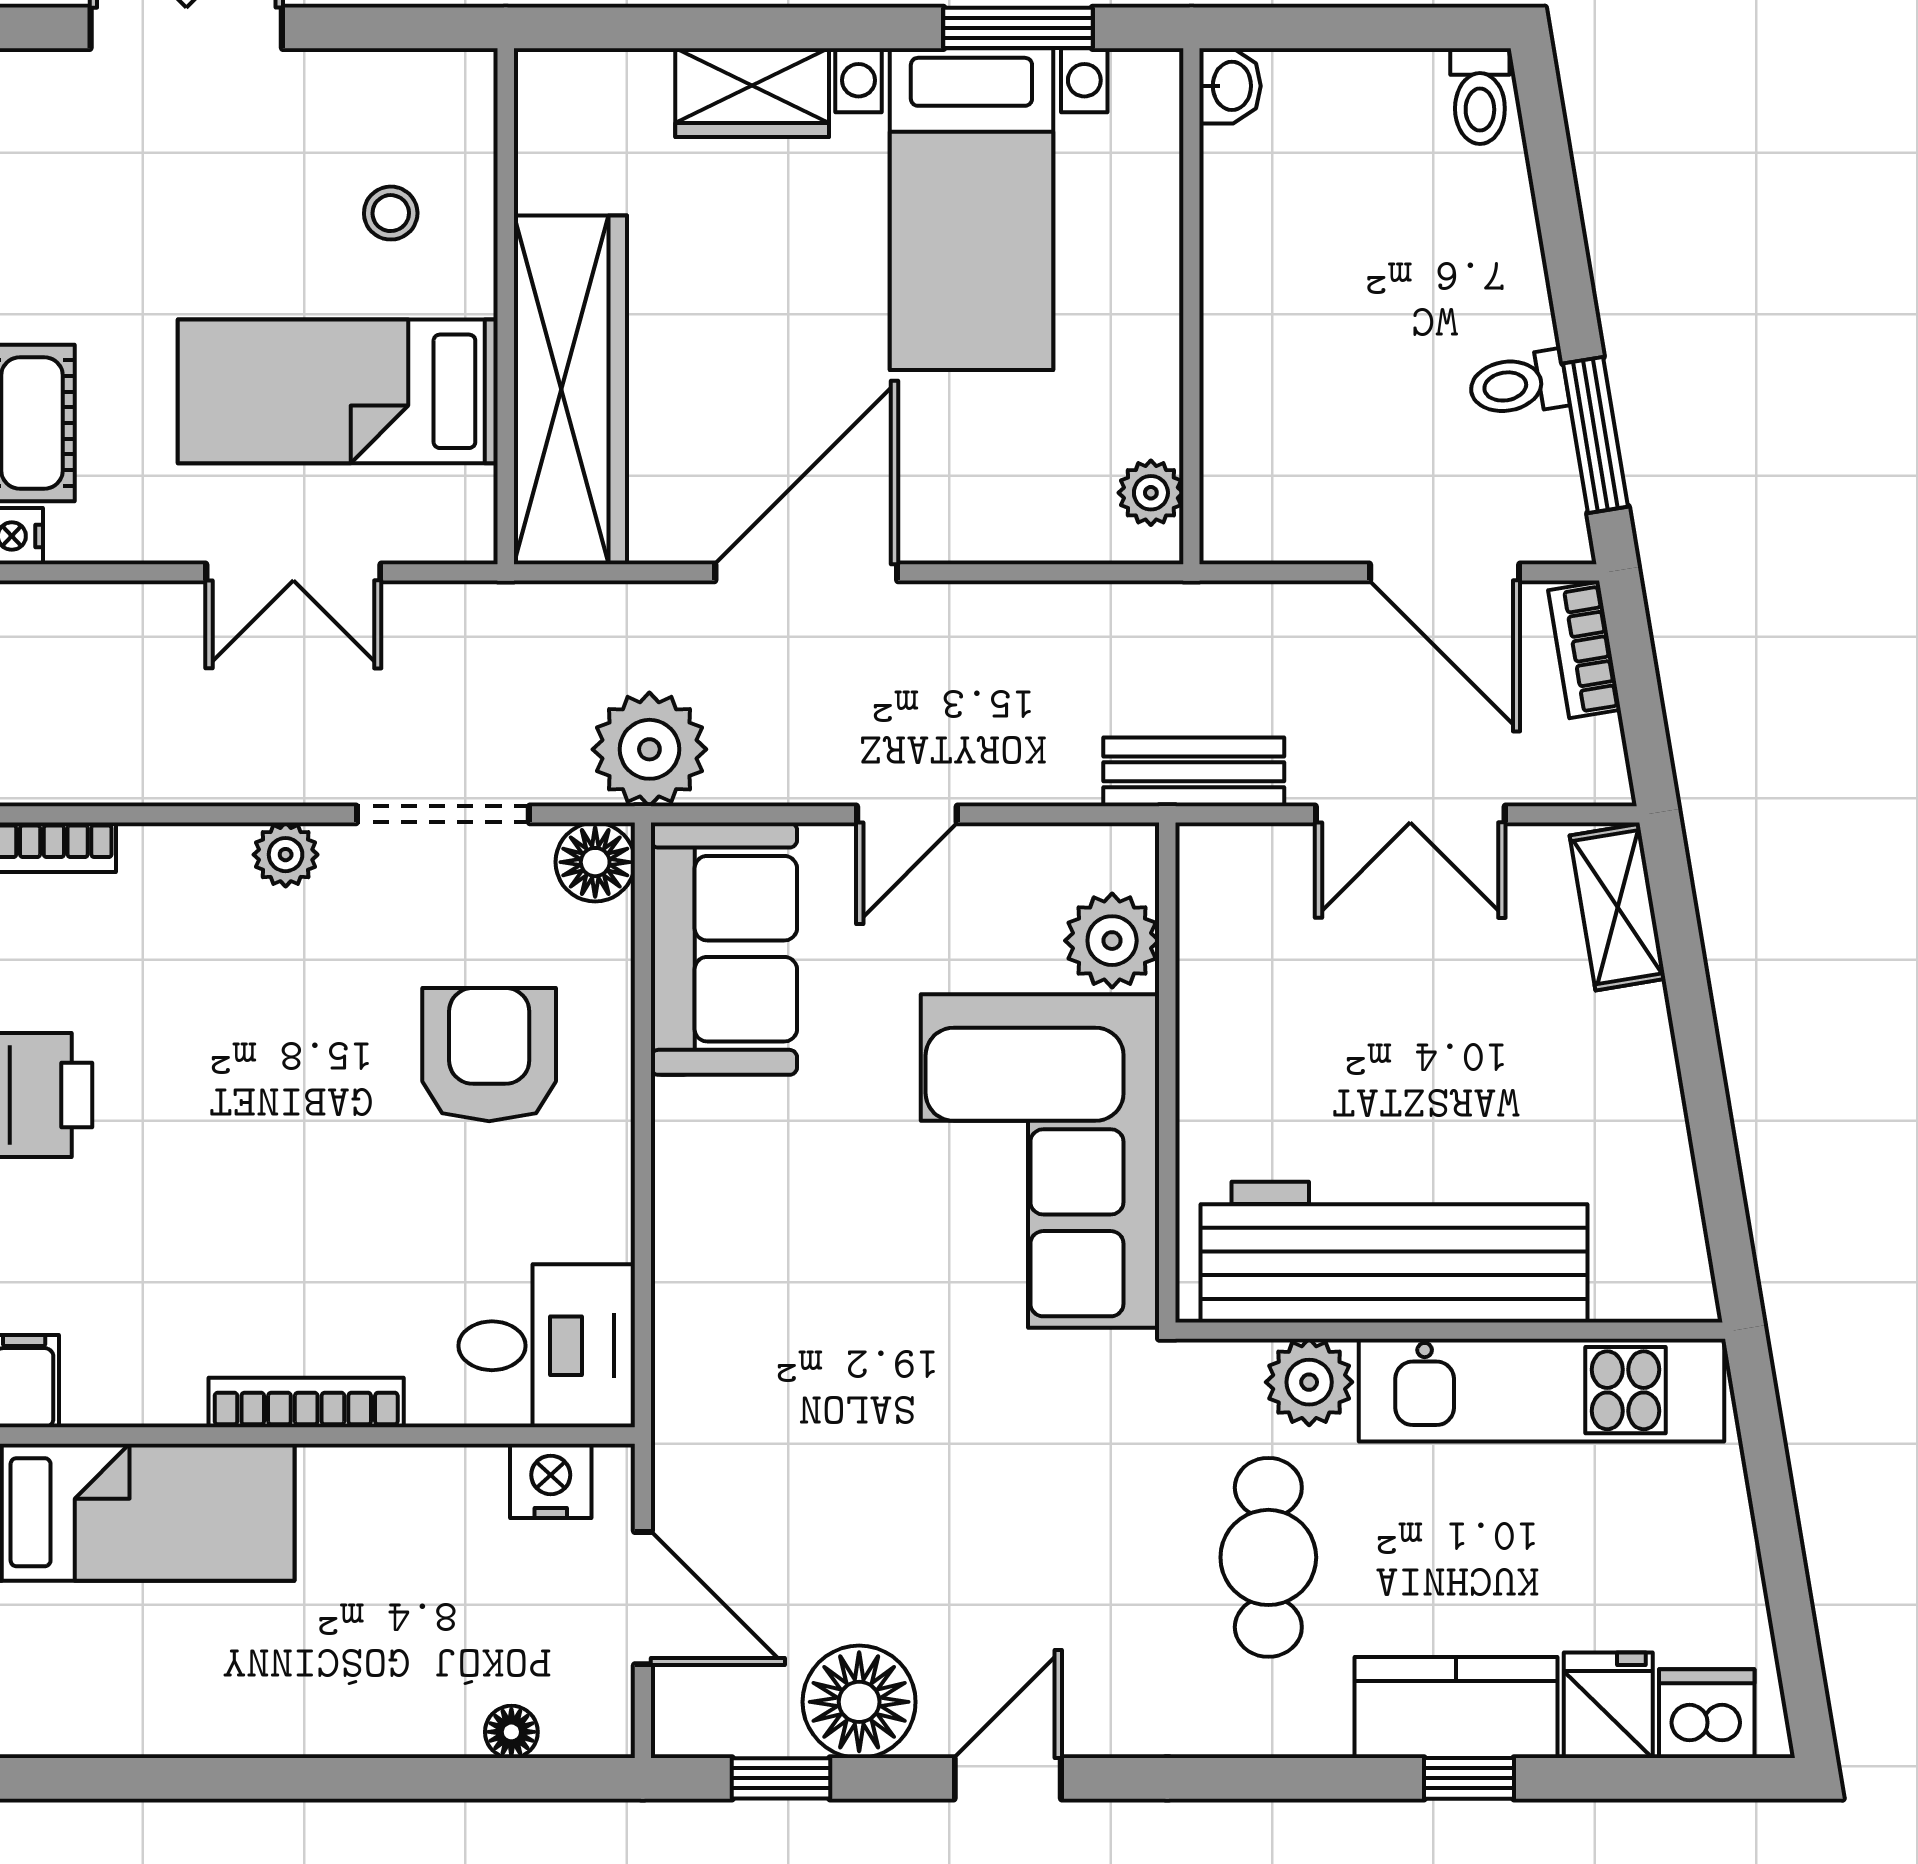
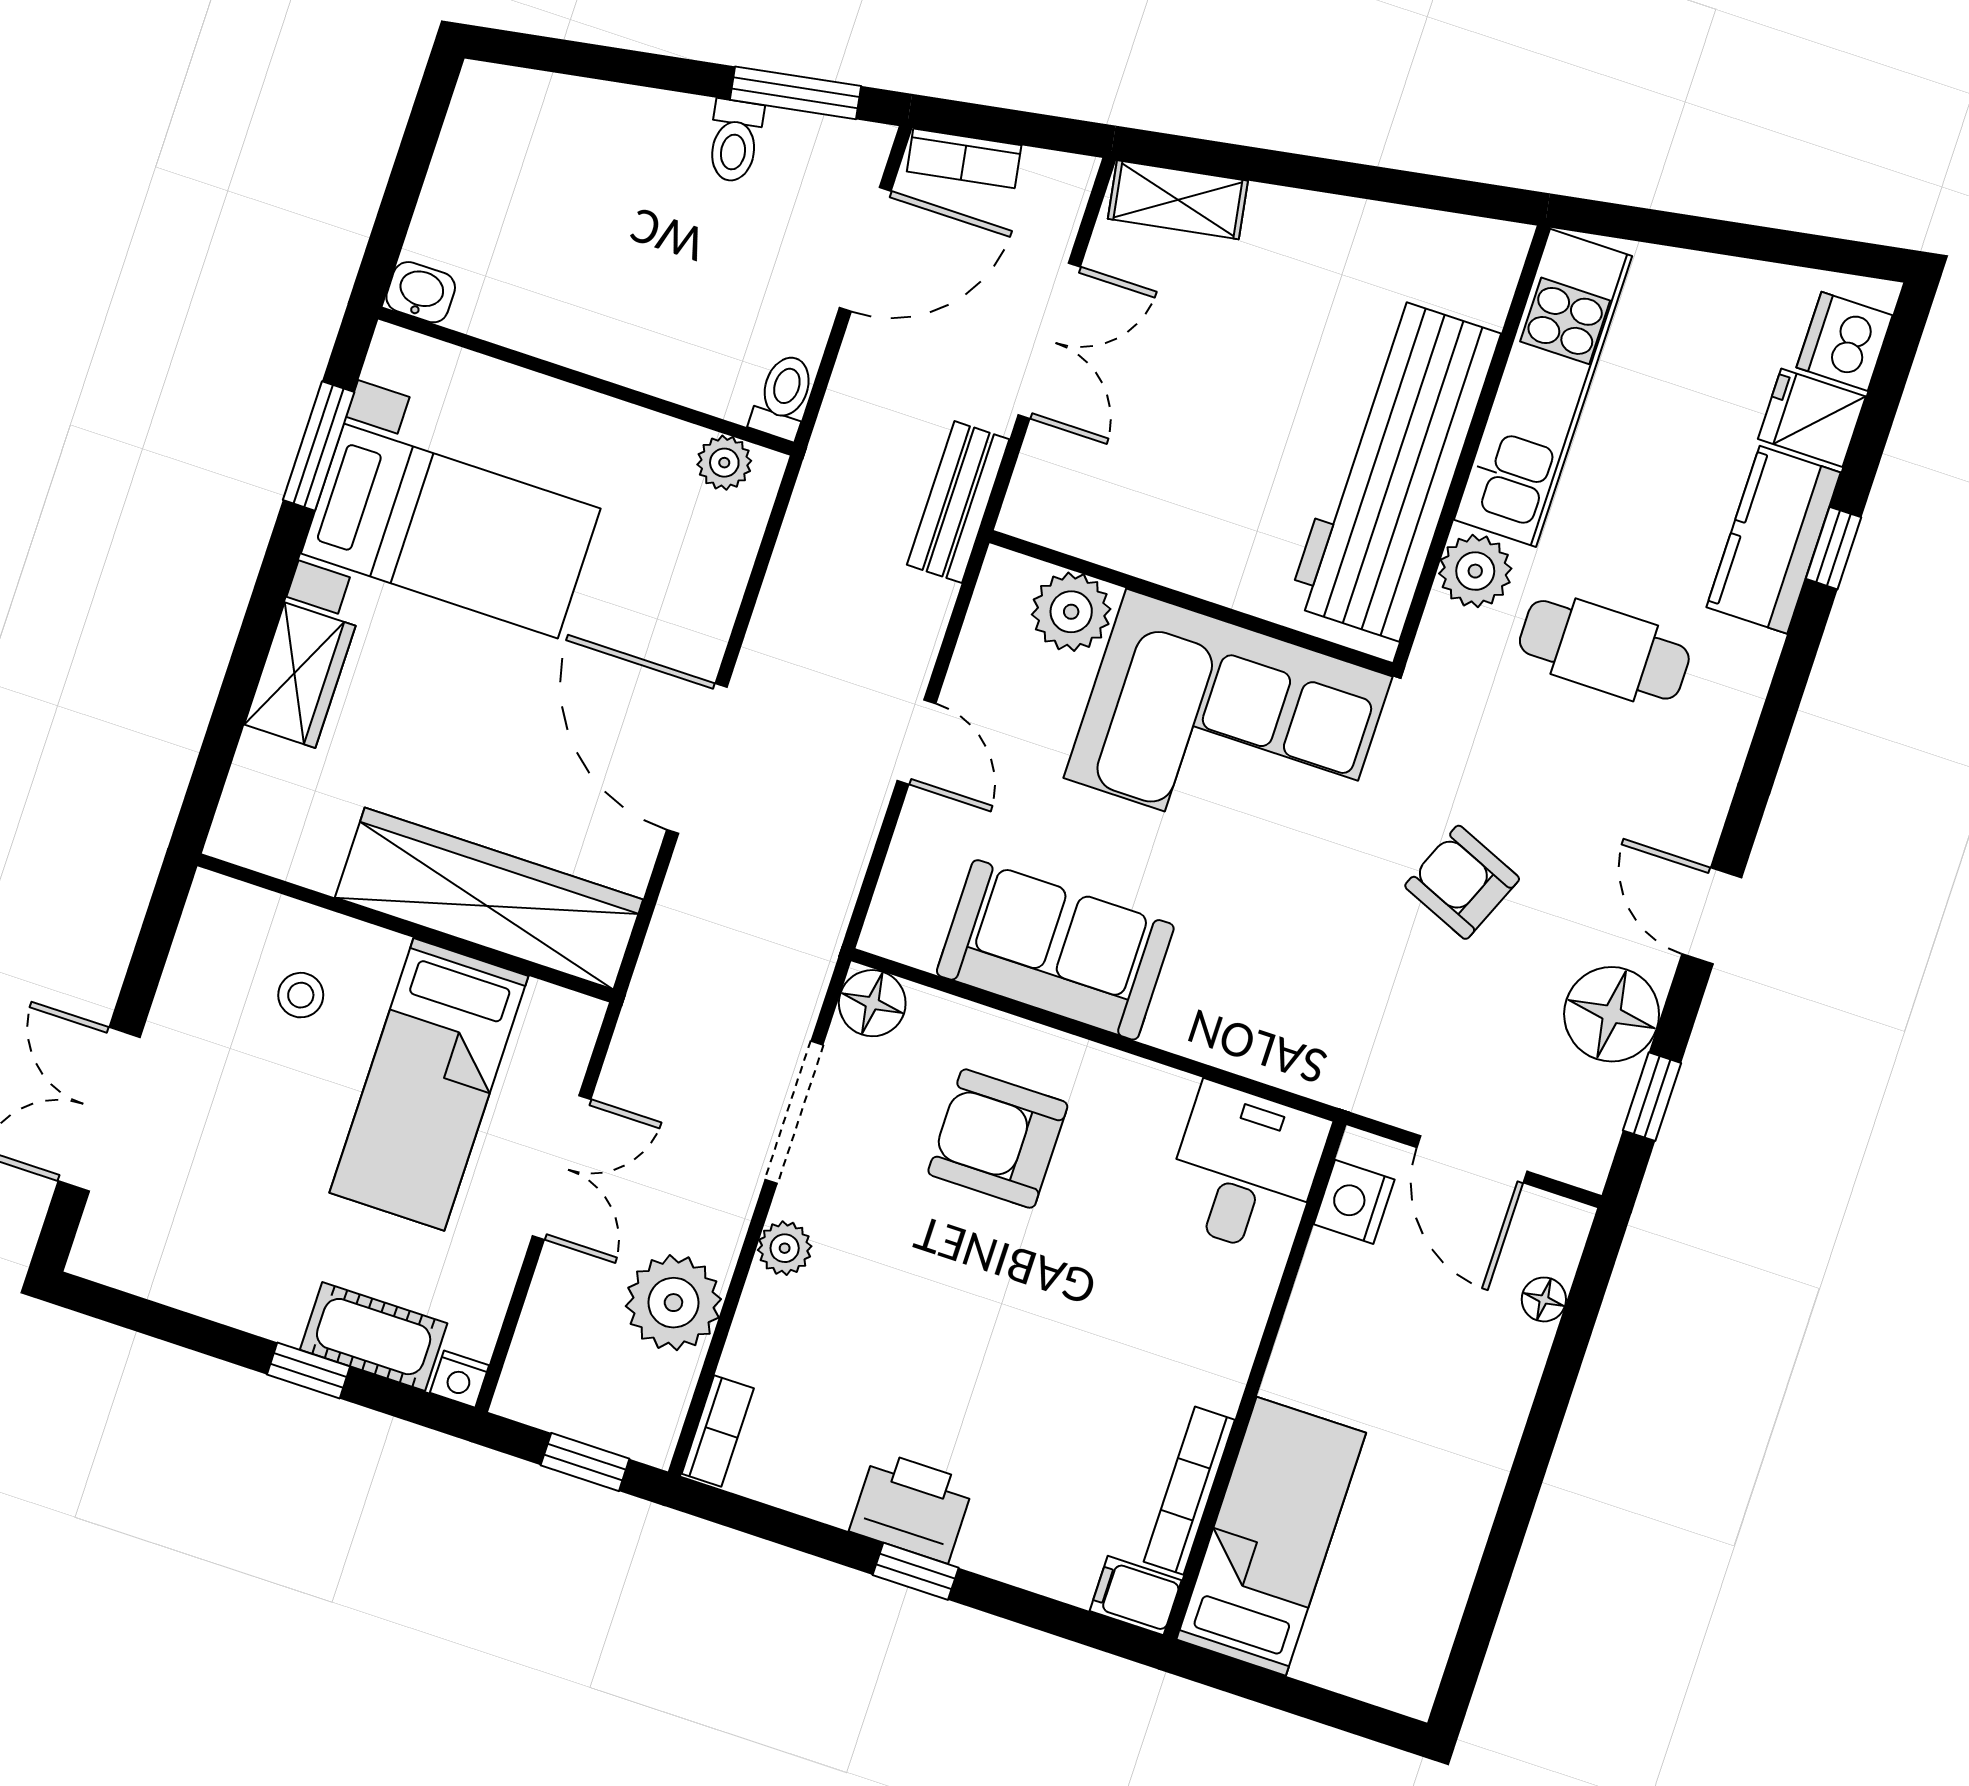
toilet: (1480, 96) -> (783, 397), moved, turned -90
plant: (649, 749) -> (673, 1303), moved
sofa: (724, 949) -> (1055, 950), moved
bookcase: (306, 1403) -> (1189, 1491), moved
armchair: (952, 1484) -> (1462, 882), added
door: (643, 1598) -> (1472, 1159), swing flipped

